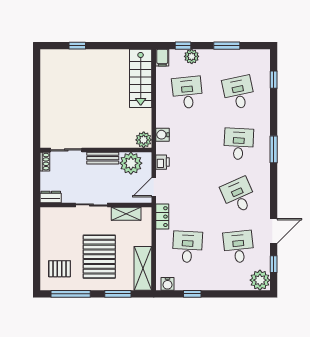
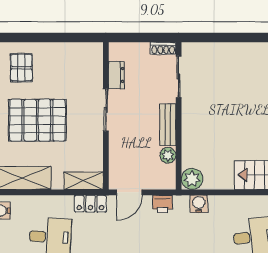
plant: (131, 163) -> (168, 155), width x0.53, depth x0.53
door: (154, 187) -> (129, 192), swing flipped
dresser: (51, 197) -> (116, 75), moved
shelving: (126, 214) -> (84, 181), moved, turned 90

